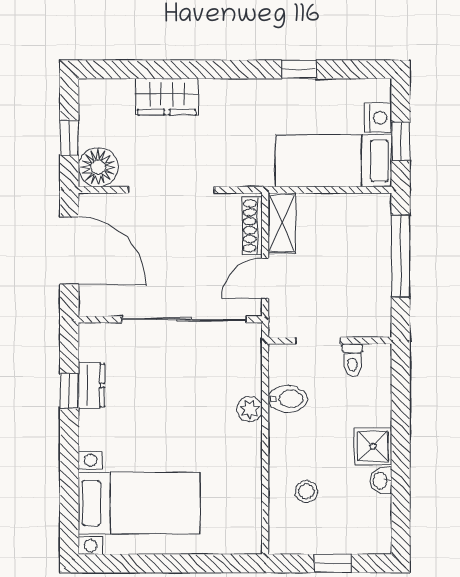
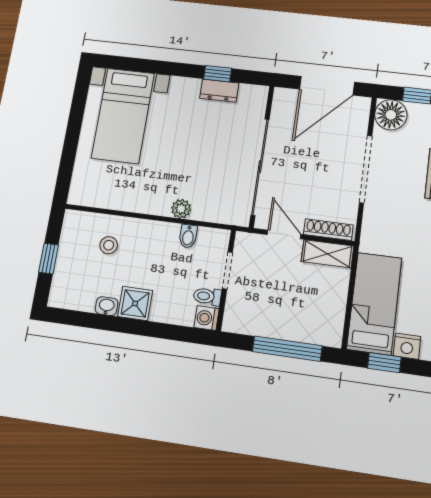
washing machine: (378, 357) -> (207, 318), added
bidet: (288, 399) -> (188, 236), width x0.72, depth x0.74

